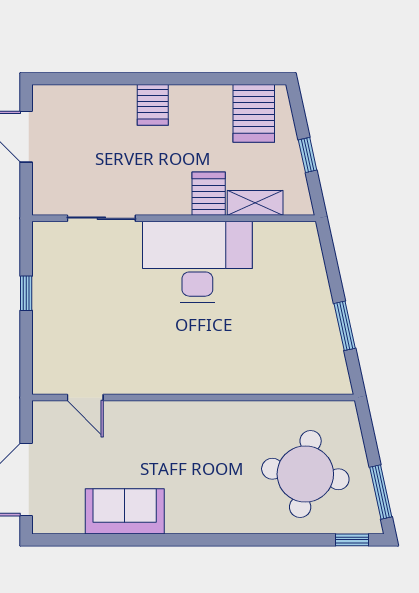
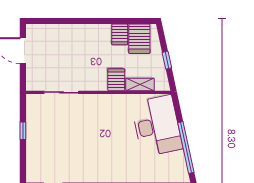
server rack: (153, 105) -> (120, 34), moved
desk: (197, 262) -> (157, 126), moved, turned 78
window: (345, 326) -> (186, 147), width x2.11

